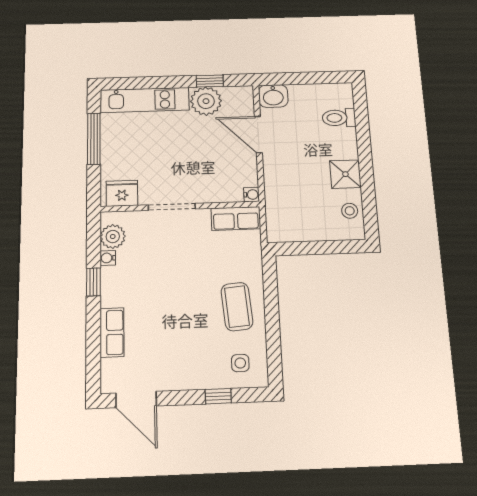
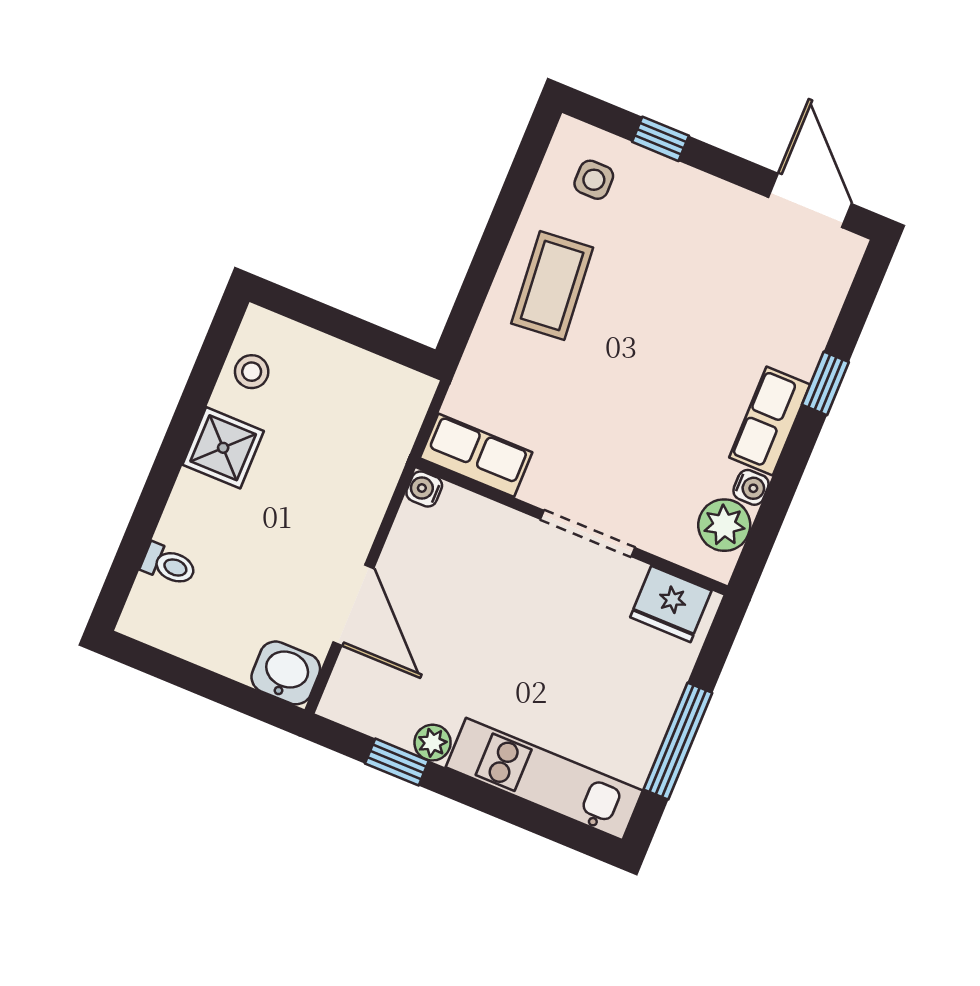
plant: (206, 101) -> (433, 743), width x0.53, depth x0.53
toilet: (339, 118) -> (169, 565), width x0.73, depth x0.72
window: (93, 282) -> (825, 383), moved
row of seats: (112, 332) -> (770, 421), moved

